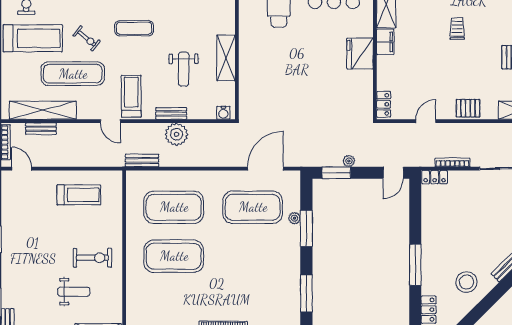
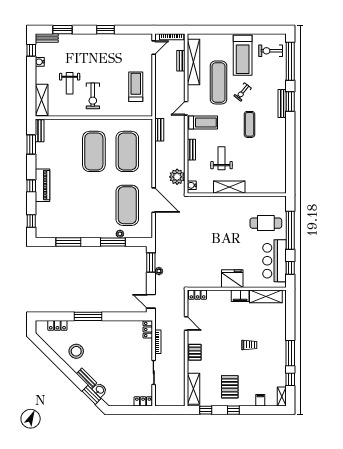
weight bench: (184, 69) -> (222, 158), turned 90
plant: (177, 134) -> (177, 177), moved
door: (265, 169) -> (154, 200), moved
treadmill: (79, 195) -> (136, 87), turned 180

